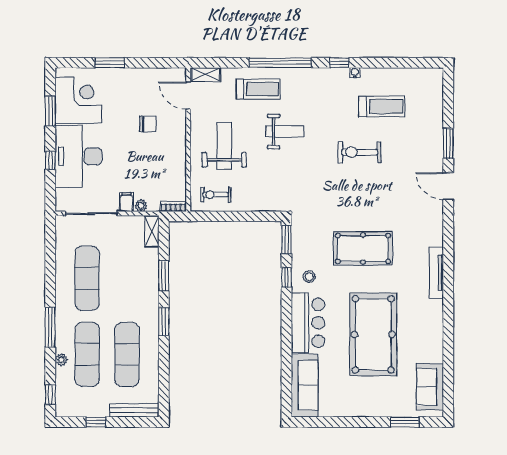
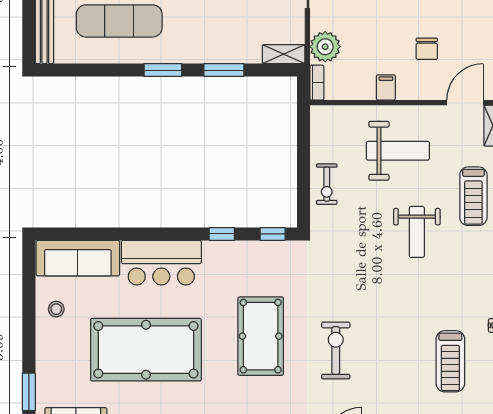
exercise bike: (360, 152) -> (336, 351), moved
exercise bike: (216, 195) -> (327, 184), moved, turned 180
filing cabinet: (127, 202) -> (386, 87), moved, turned -90
plant: (141, 205) -> (325, 47), width x1.88, depth x1.88
window: (287, 239) -> (273, 234), width x0.67
stool: (309, 277) -> (56, 309), moved

